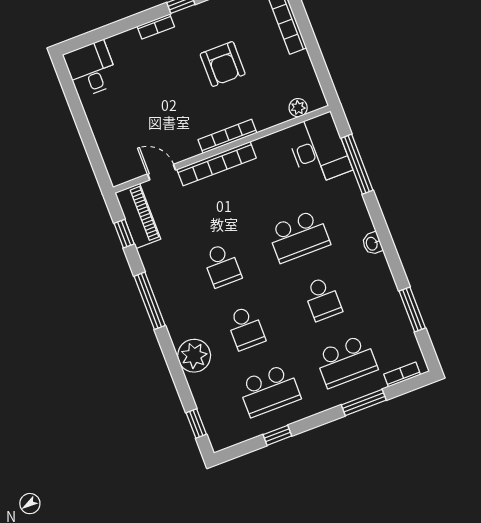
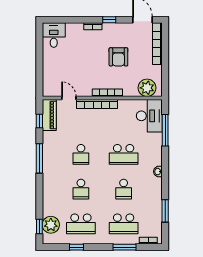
plant: (298, 108) -> (147, 88), width x1.88, depth x1.88
plant: (194, 356) -> (51, 225), moved

